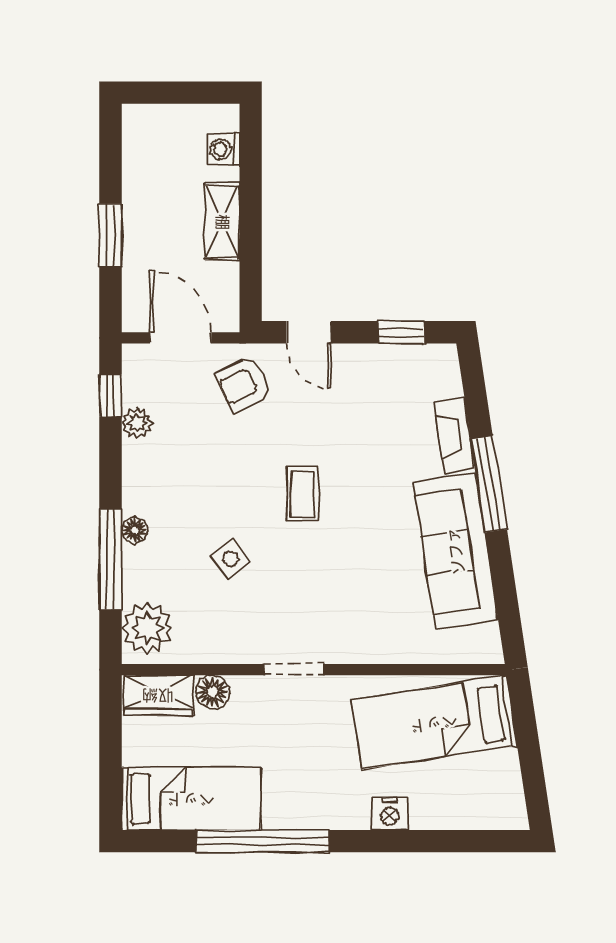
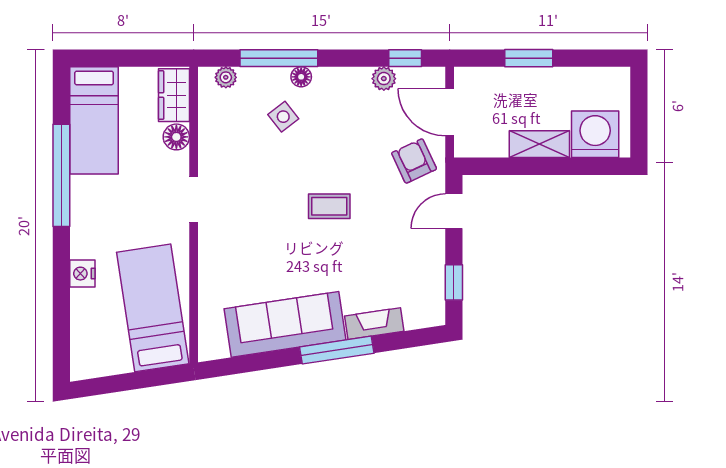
washing machine: (224, 149) -> (595, 134), width x1.89, depth x1.89
door: (181, 338) -> (450, 112), swing flipped
side table: (231, 559) -> (283, 117), moved
plant: (147, 628) -> (226, 77), width x0.53, depth x0.53

